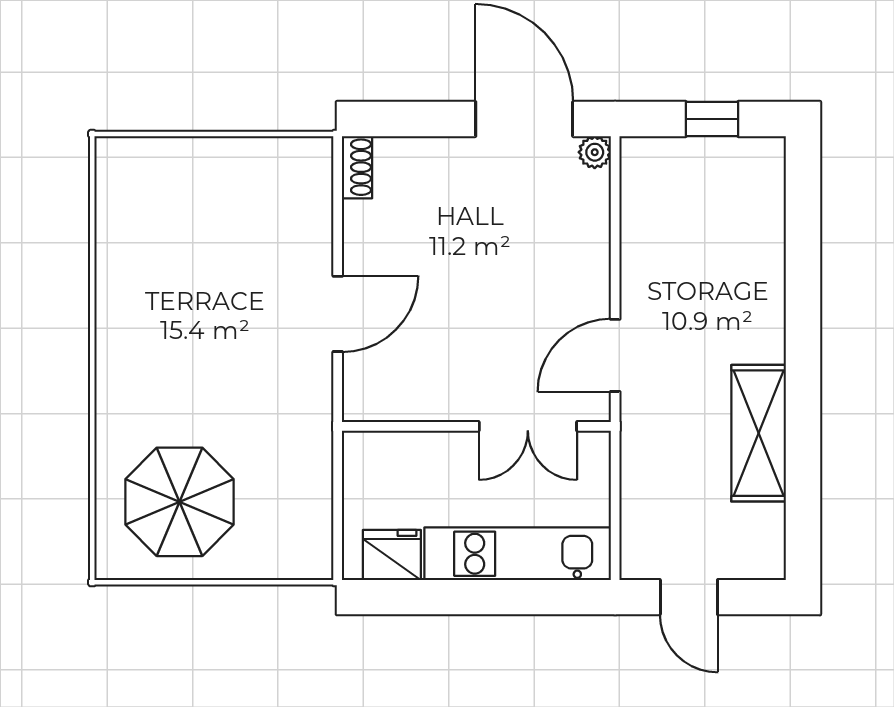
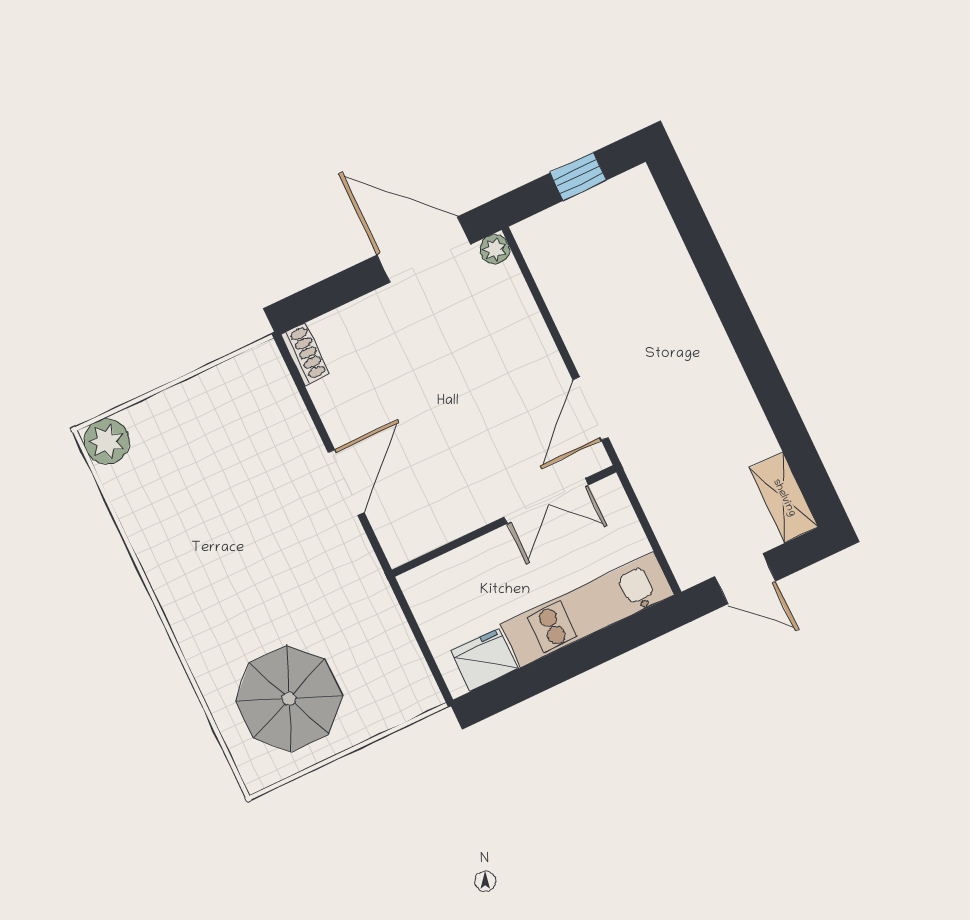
plant: (119, 161) -> (107, 441), added
shelving: (759, 433) -> (784, 498), moved, width x0.67, depth x0.75

